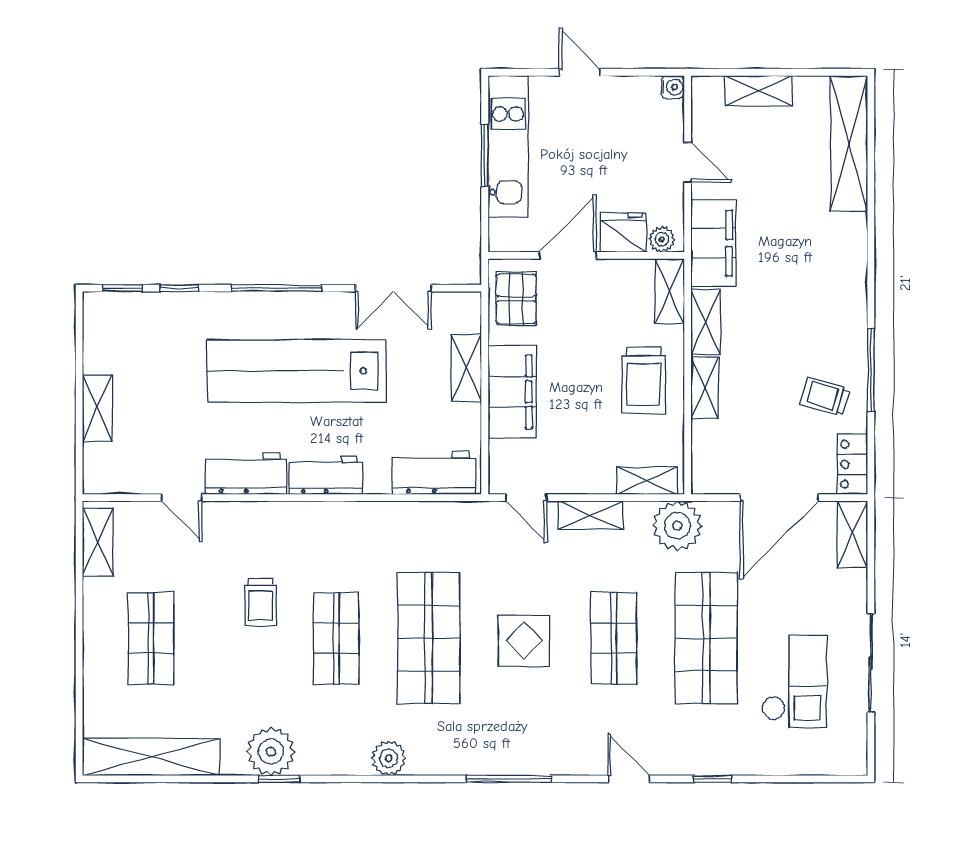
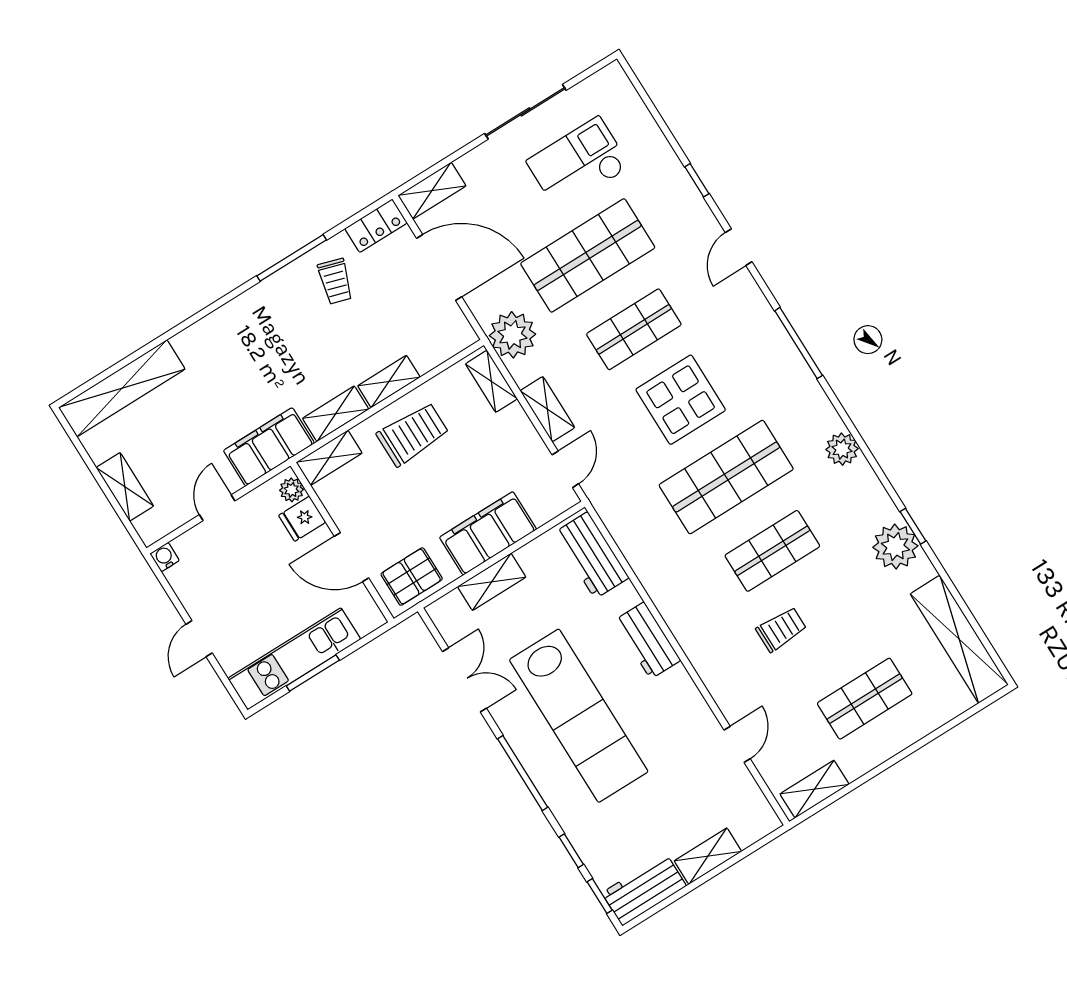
fridge: (624, 233) -> (302, 519), width x0.72
workbench: (246, 473) -> (644, 889), moved, turned 90
display table: (524, 641) -> (681, 400), width x1.36, depth x1.36

